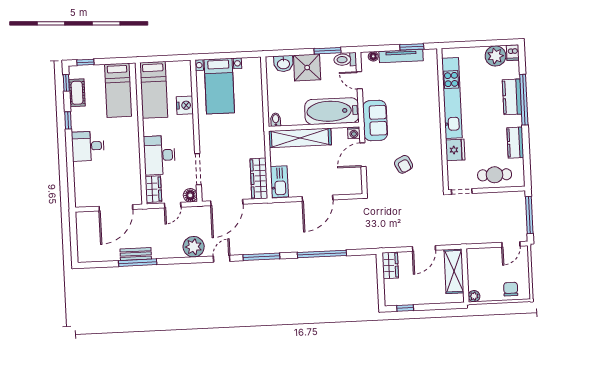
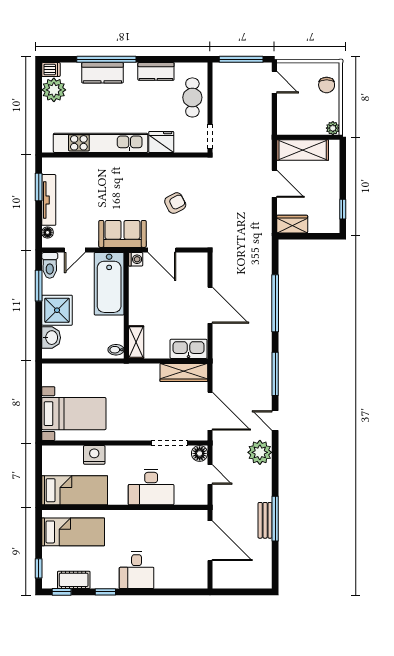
shelving: (300, 138) -> (136, 342), width x0.45, depth x0.75
wardrobe: (153, 189) -> (190, 496), removed
chair: (511, 289) -> (327, 85), turned -90

